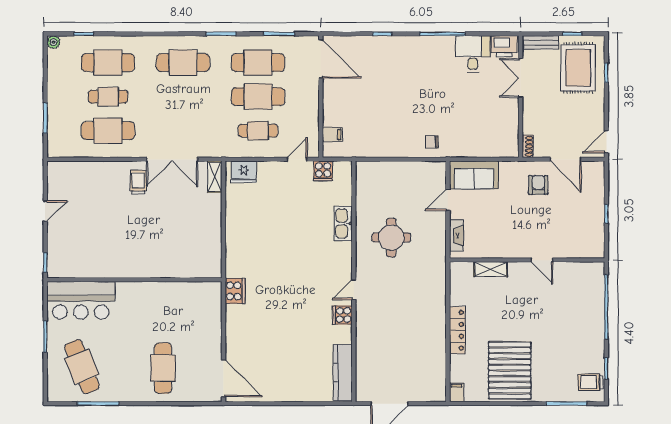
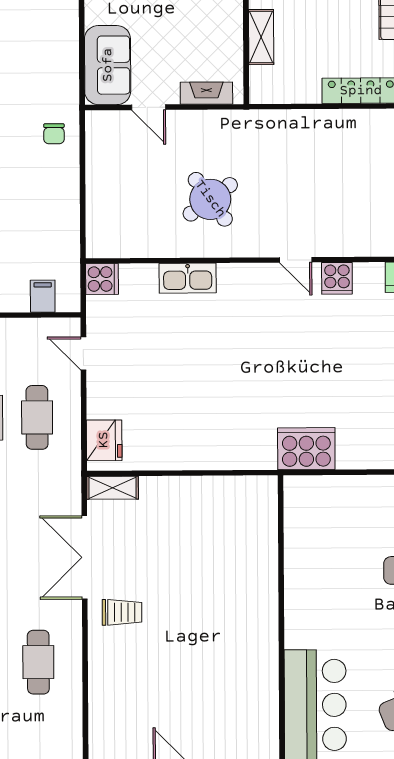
cafe table: (108, 131) -> (38, 662), width x0.73, depth x0.74
double door: (172, 159) -> (85, 557), swing flipped
cooker: (323, 171) -> (102, 279), moved
trolley: (138, 182) -> (122, 612), turned 180
round table: (391, 238) -> (210, 199), turned -36
cooker: (235, 291) -> (306, 449), width x1.37, depth x1.31

